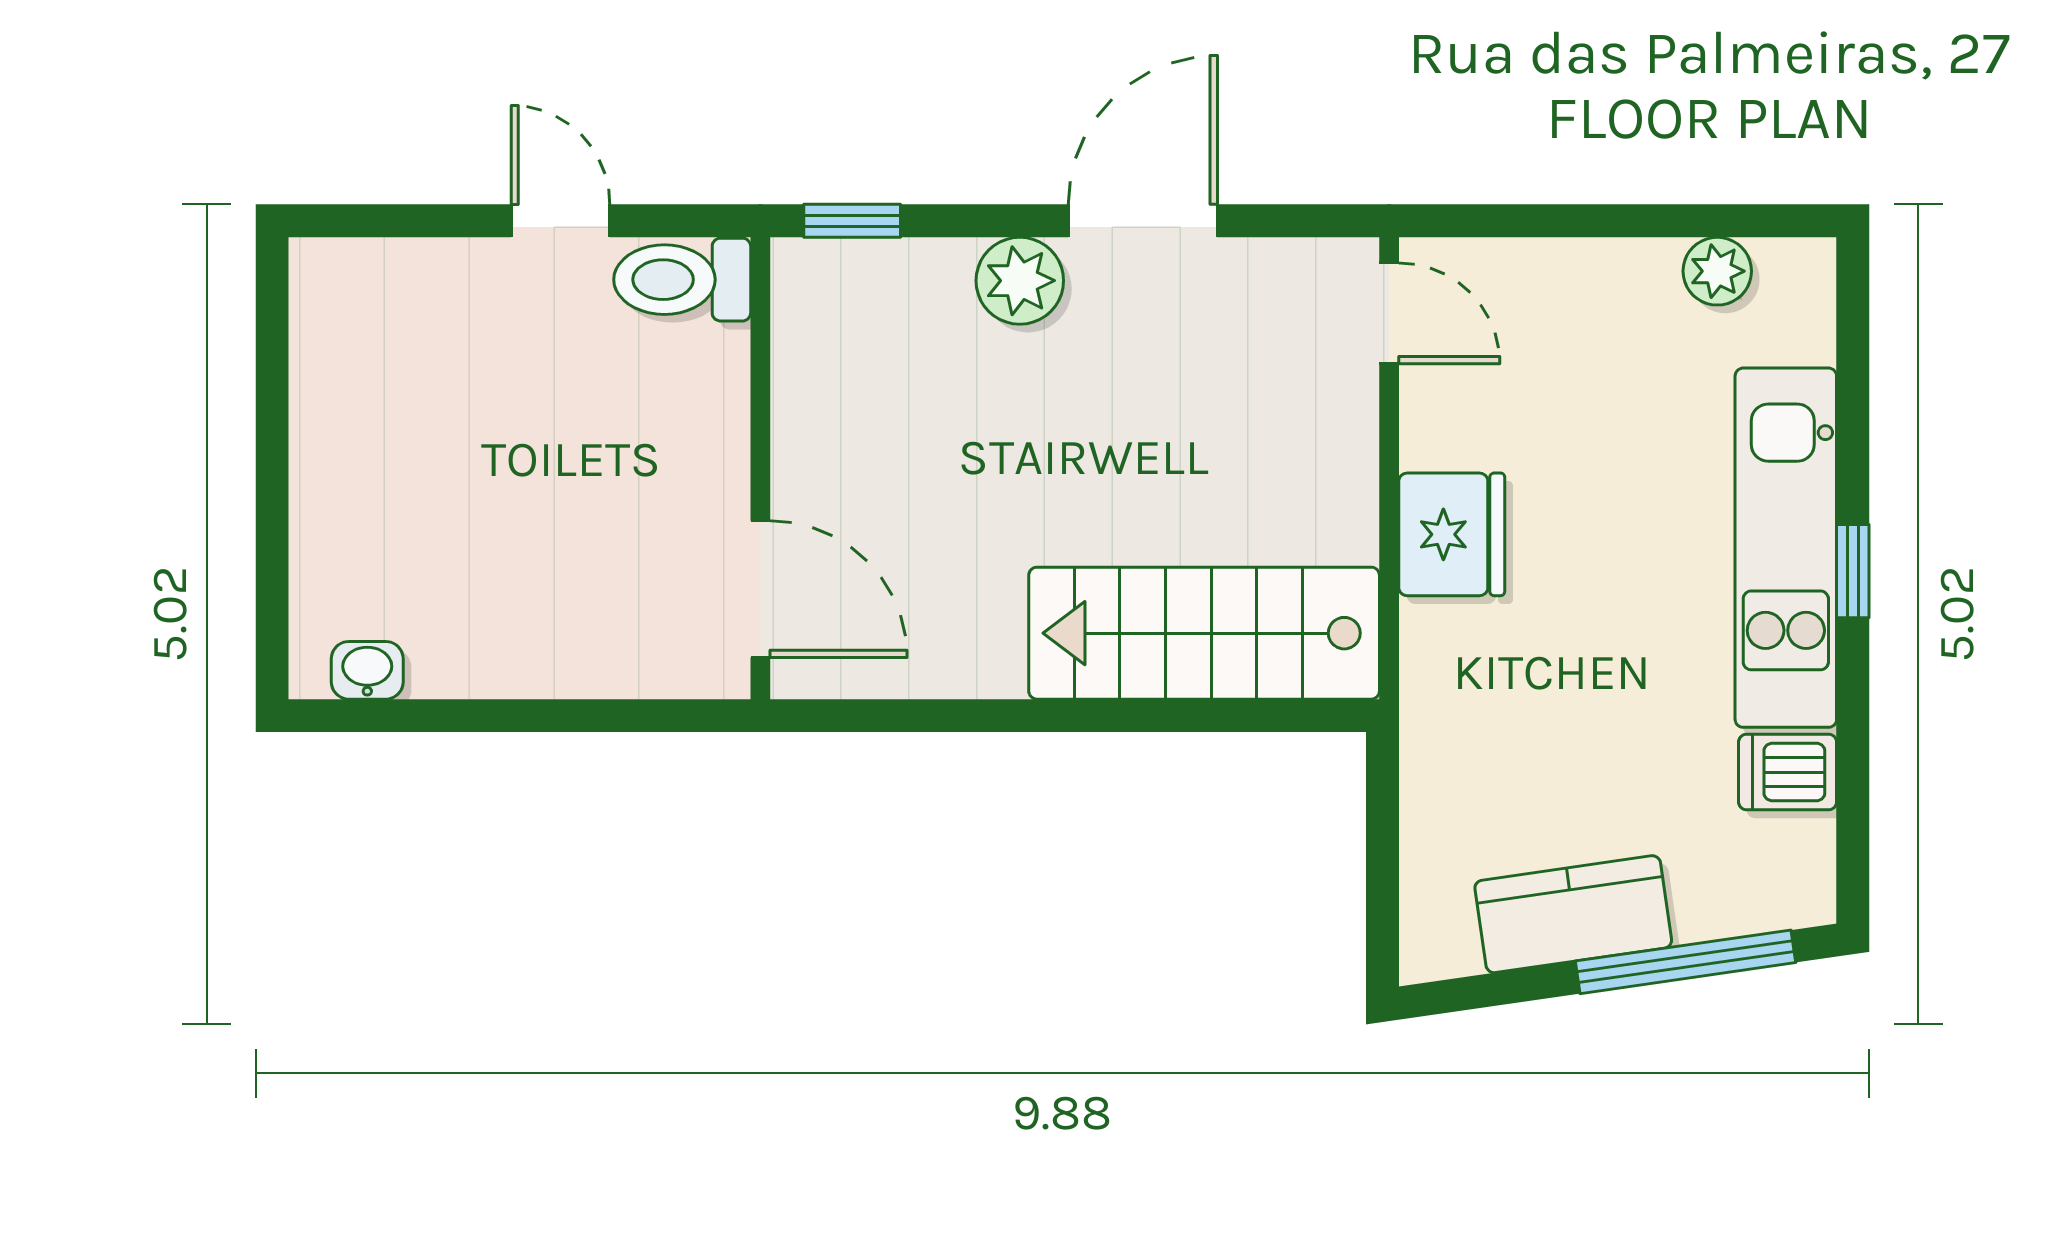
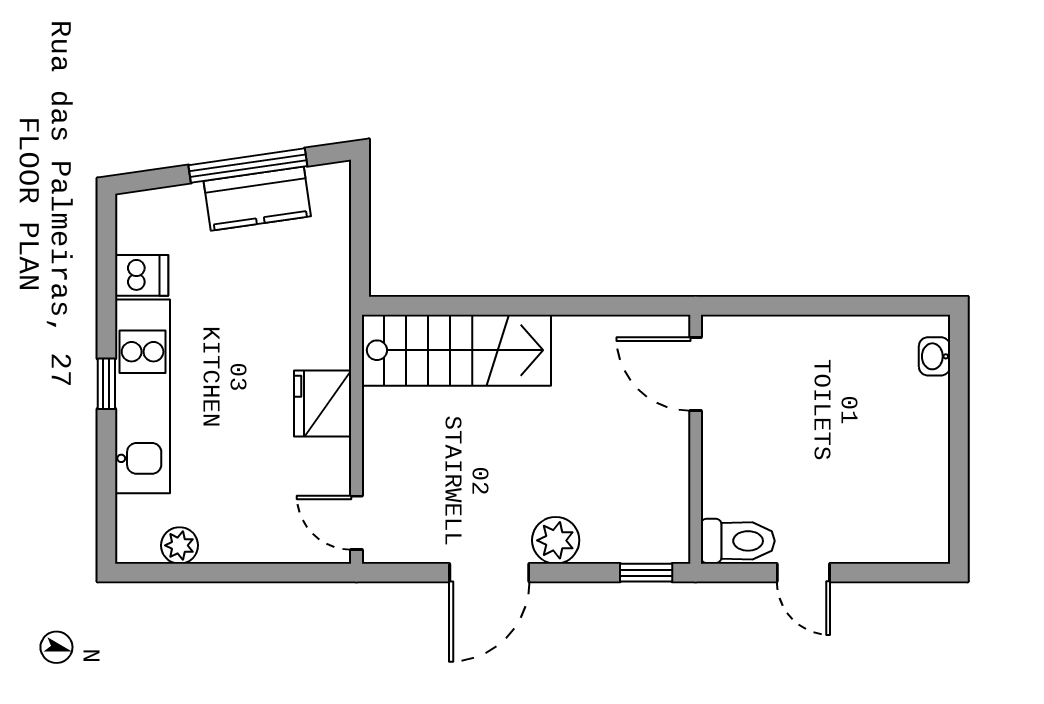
washbasin: (367, 670) -> (934, 356), moved, turned 90
window: (1685, 962) -> (248, 166), moved

